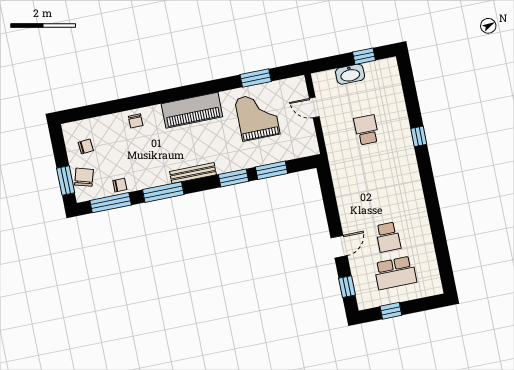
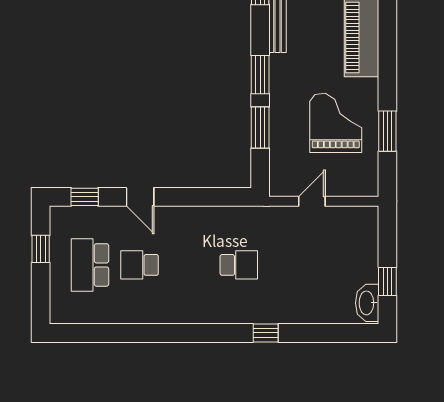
washbasin: (350, 74) -> (367, 303), moved
door: (314, 107) -> (312, 201), moved
grand piano: (257, 116) -> (336, 123), turned -90
school desk: (366, 130) -> (239, 265), moved

